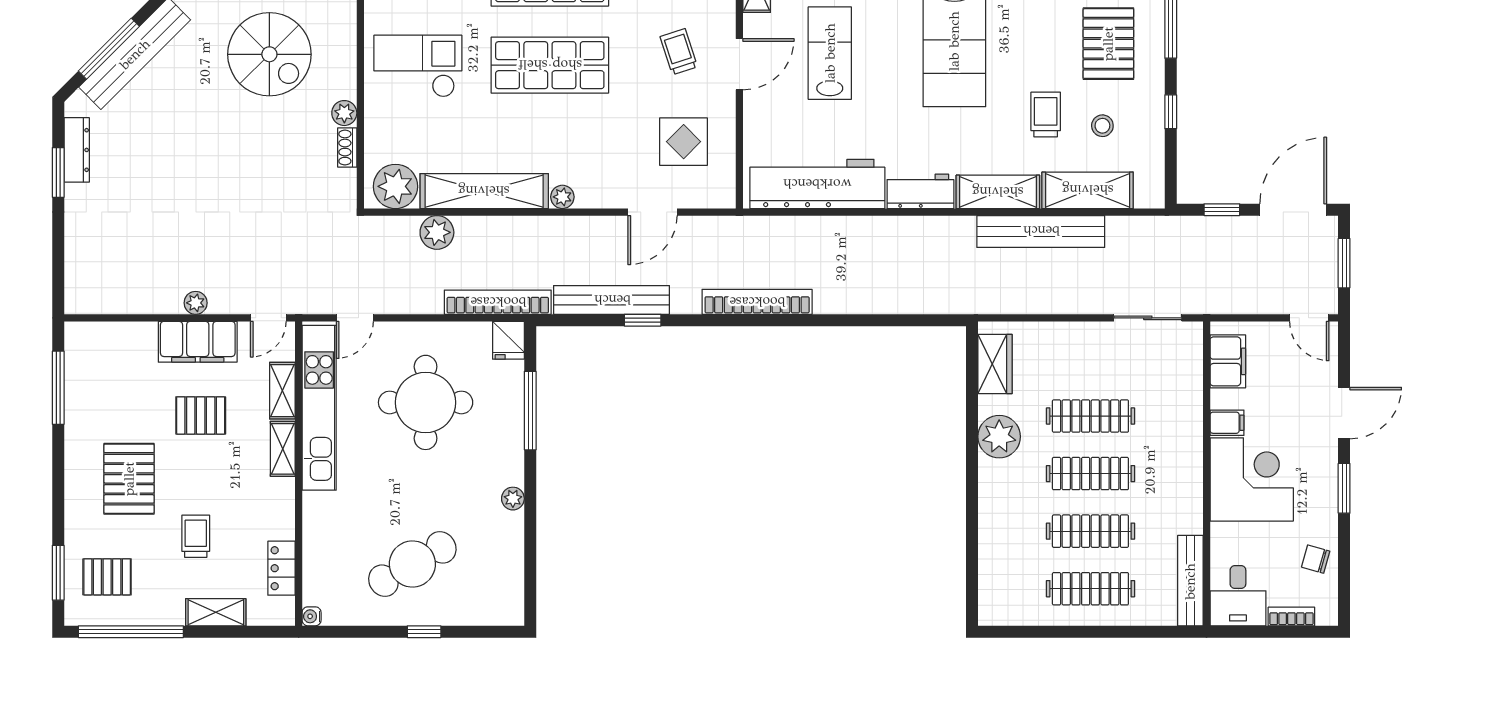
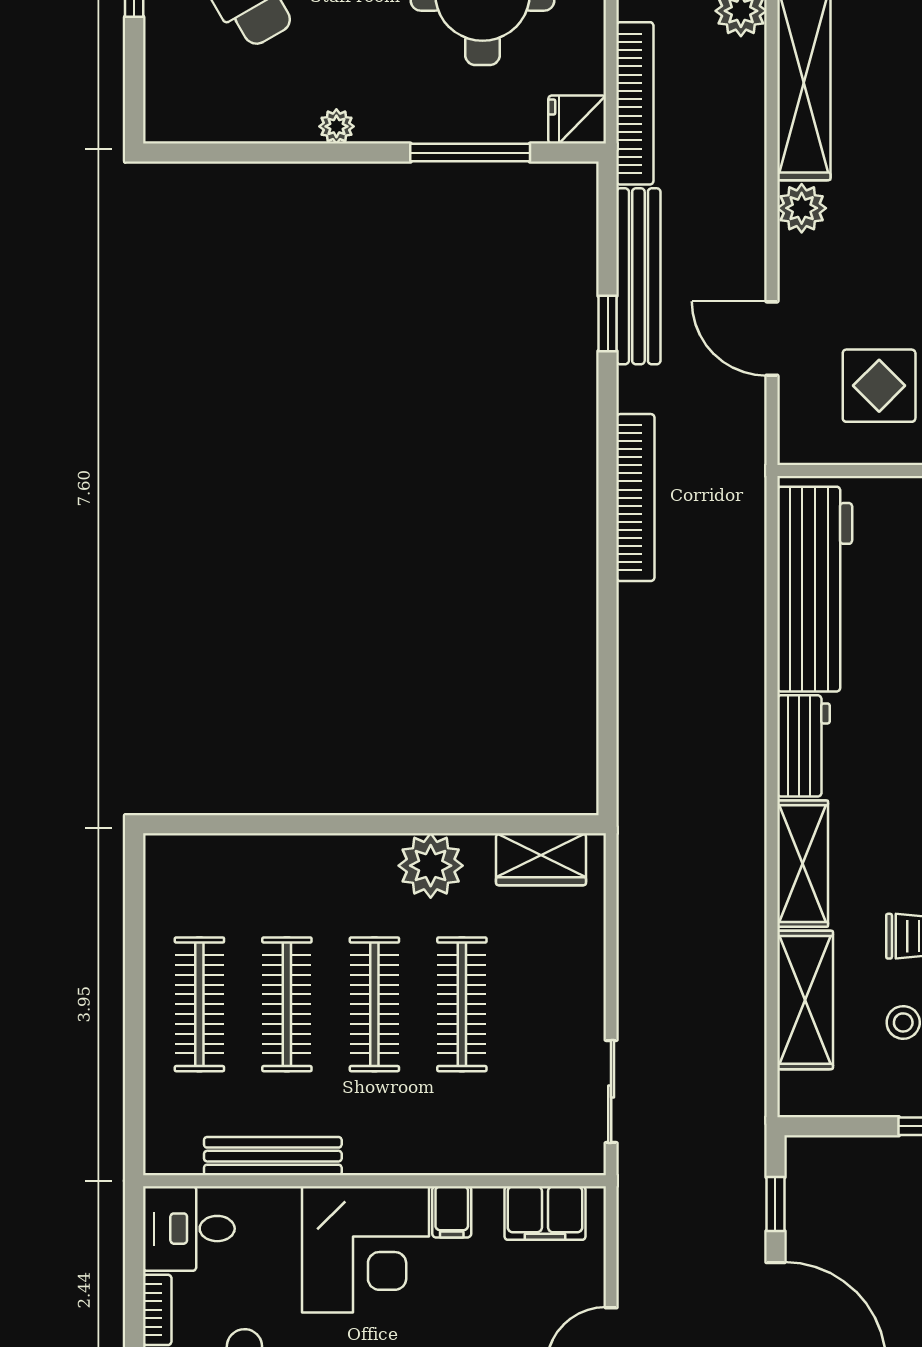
plant: (562, 197) -> (802, 208), width x1.38, depth x1.38
bench: (1041, 231) -> (742, 929), removed
bench: (1190, 581) -> (273, 1156), moved

